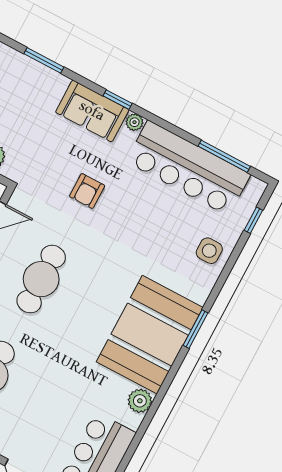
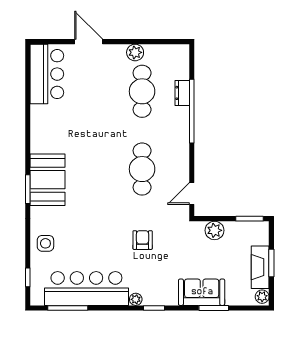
sofa: (92, 111) -> (202, 292), moved
booth: (150, 335) -> (48, 180), width x0.73, depth x0.70
plant: (140, 401) -> (39, 125), removed

